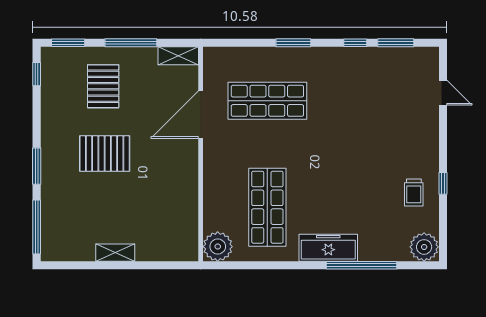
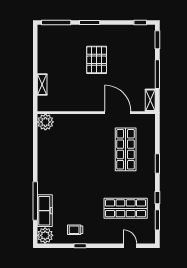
pallet: (103, 86) -> (134, 59), removed
door: (443, 93) -> (130, 246), swing flipped
shop shelf: (267, 207) -> (126, 208), moved
freezer: (328, 248) -> (45, 211), moved
shelving: (115, 253) -> (42, 85), moved

